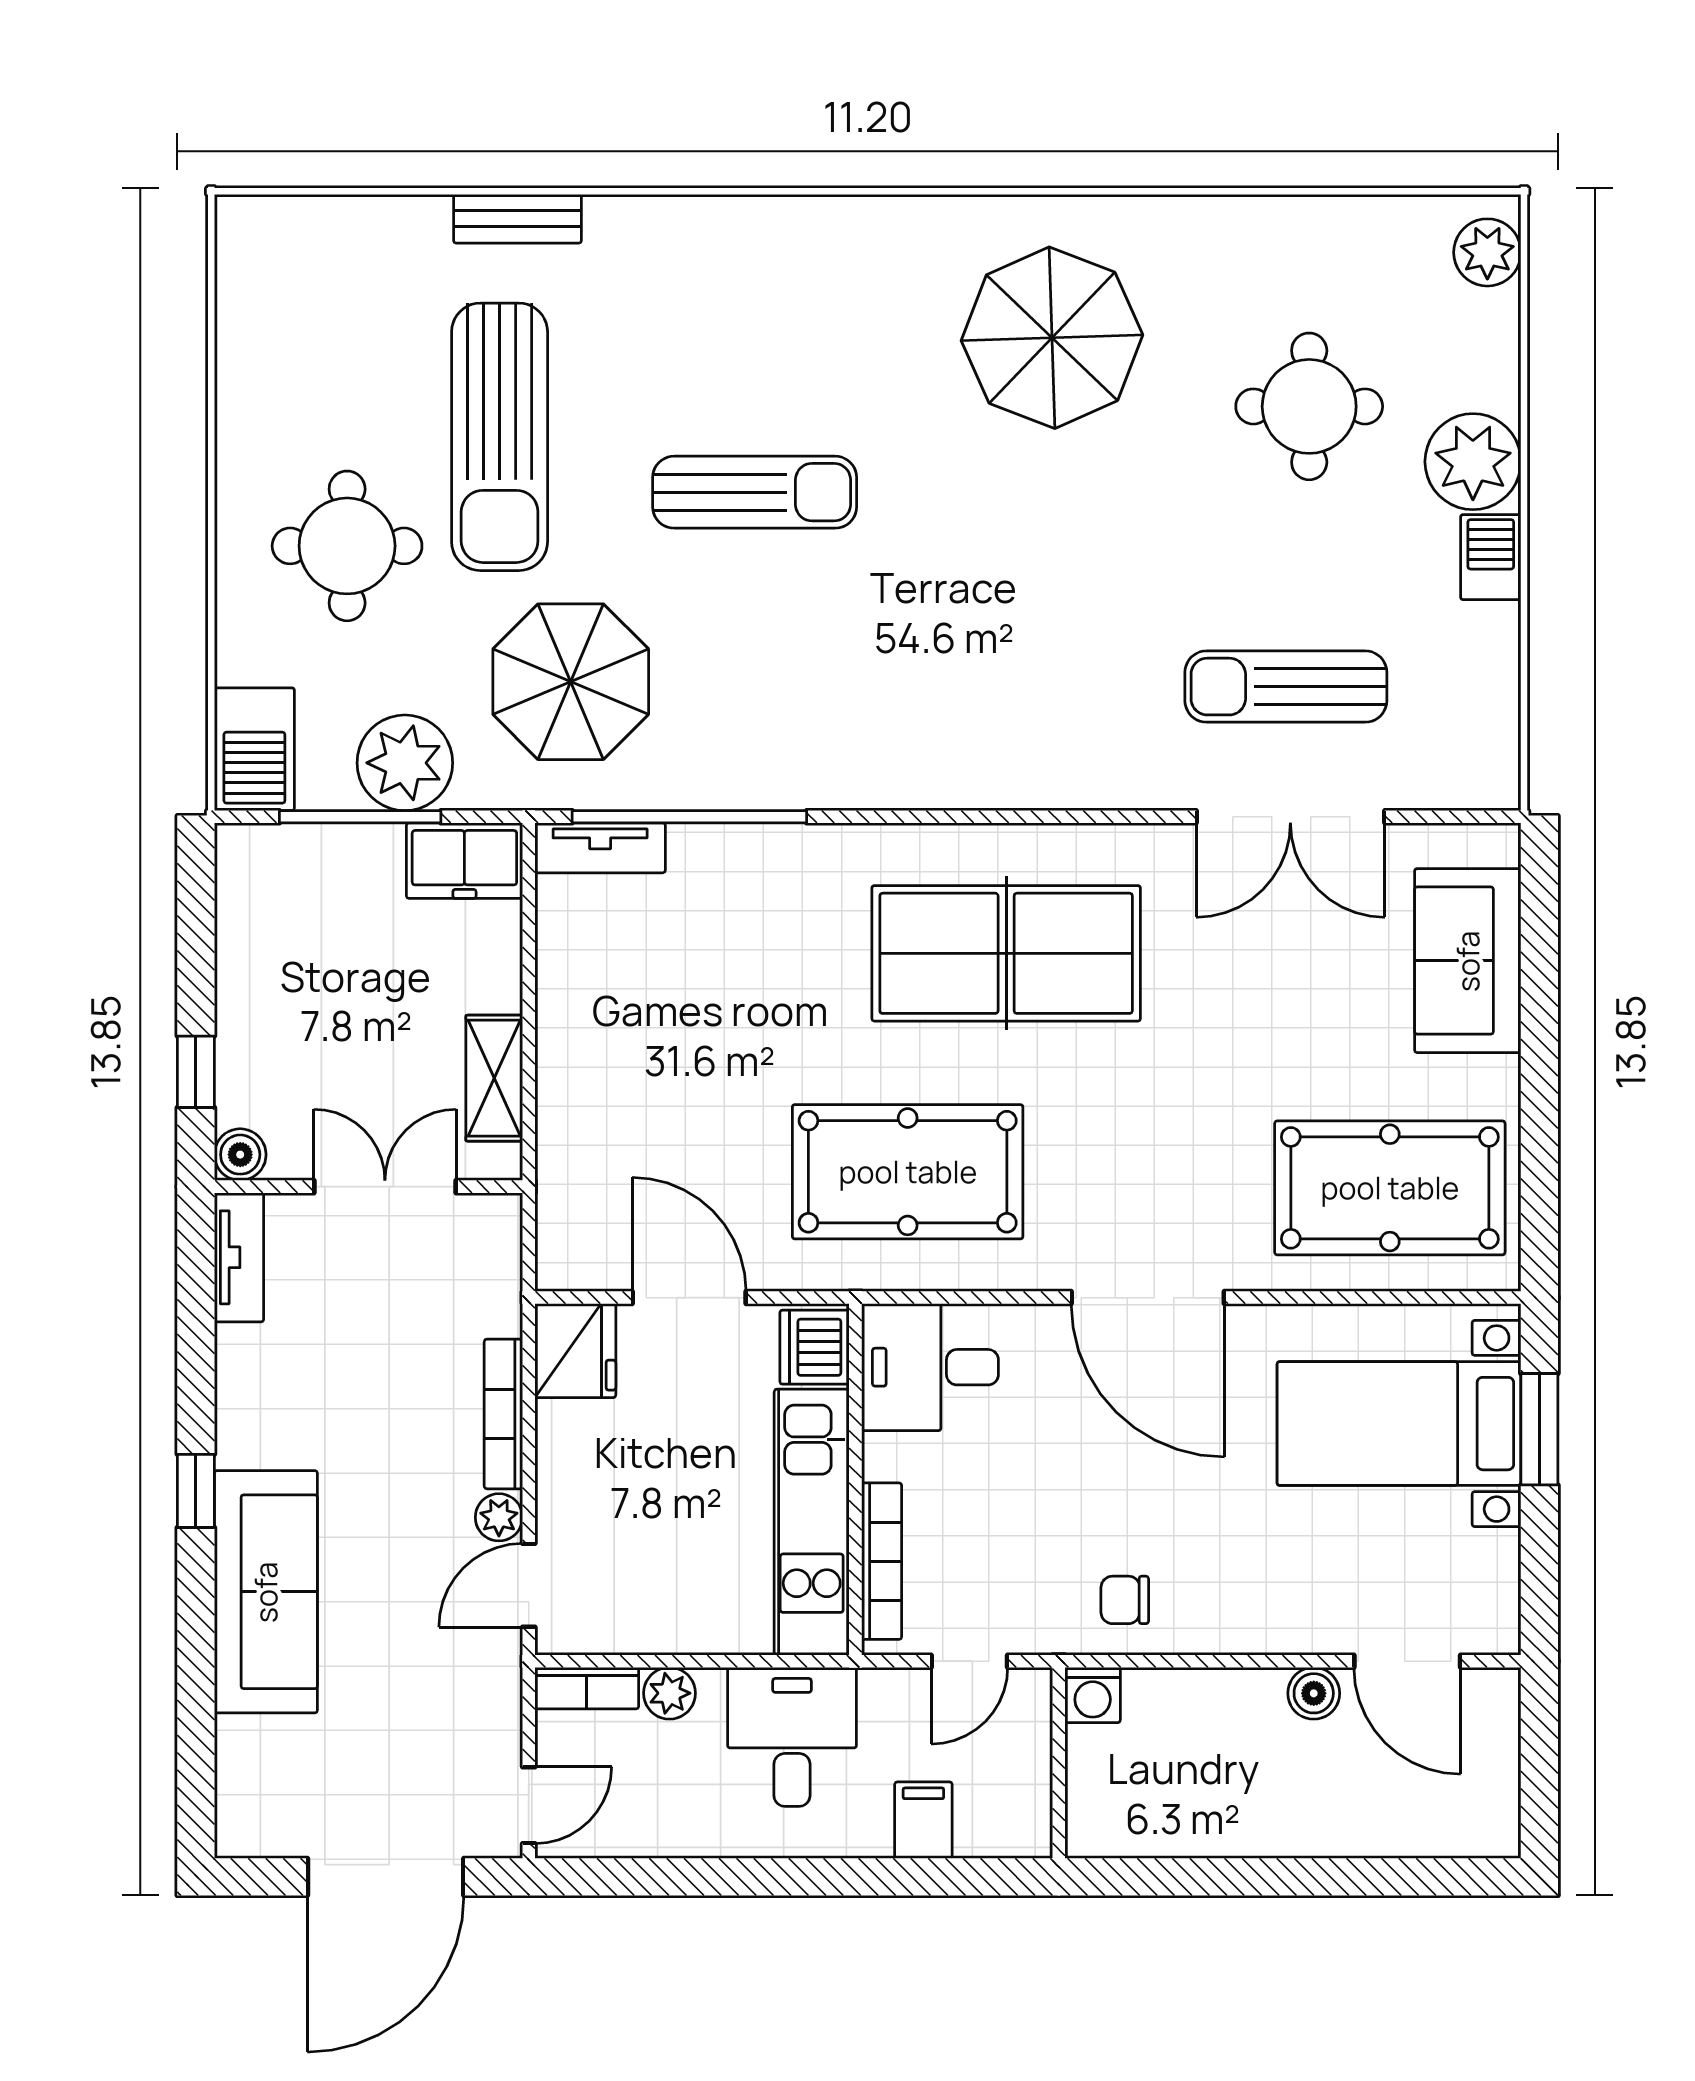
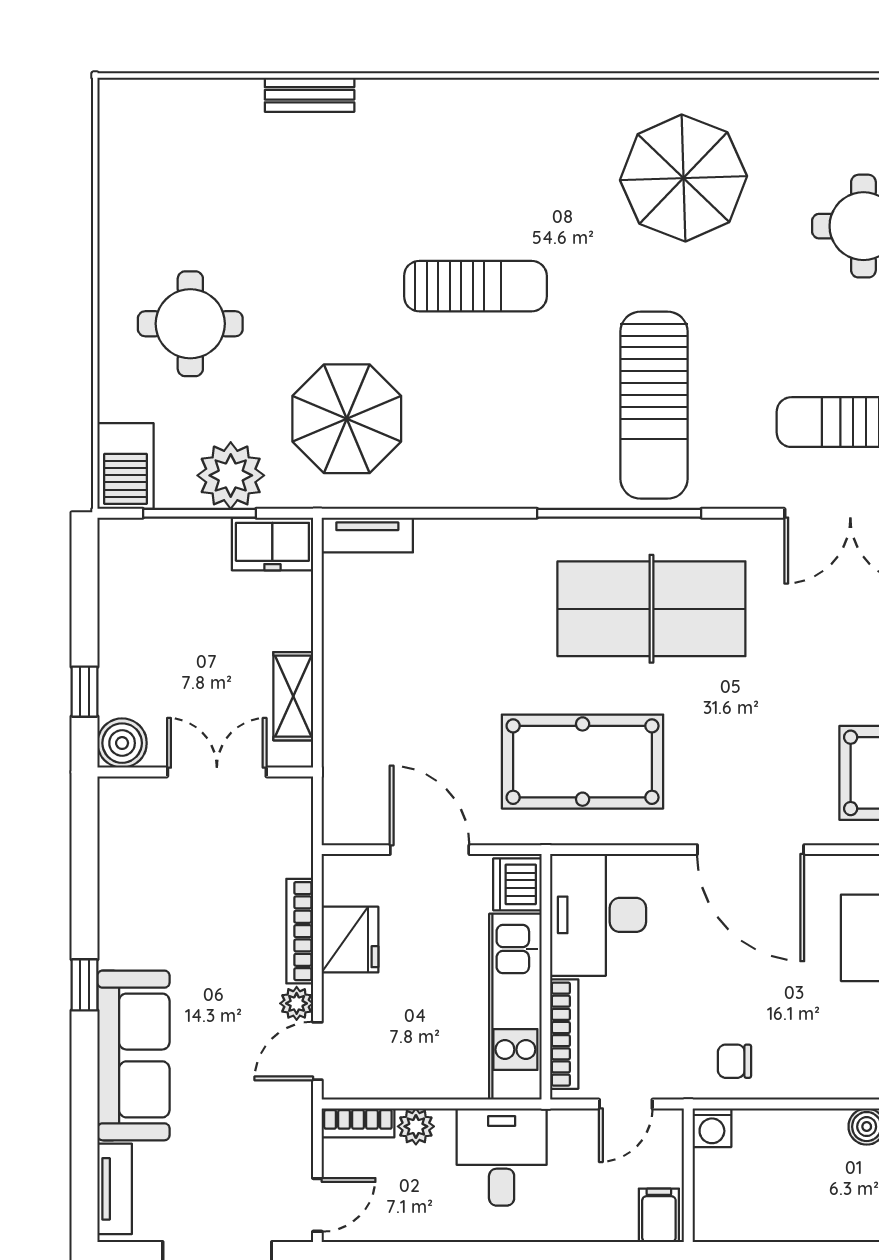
sun lounger: (500, 437) -> (654, 405), moved
window: (689, 817) -> (619, 513), moved
boiler: (240, 1155) -> (122, 743), width x1.36, depth x1.36
tv unit: (239, 1257) -> (115, 1189), moved
fridge: (575, 1351) -> (350, 940), moved
desk: (930, 1367) -> (598, 915), width x1.37
filing cabinet: (923, 1820) -> (659, 1215), moved

